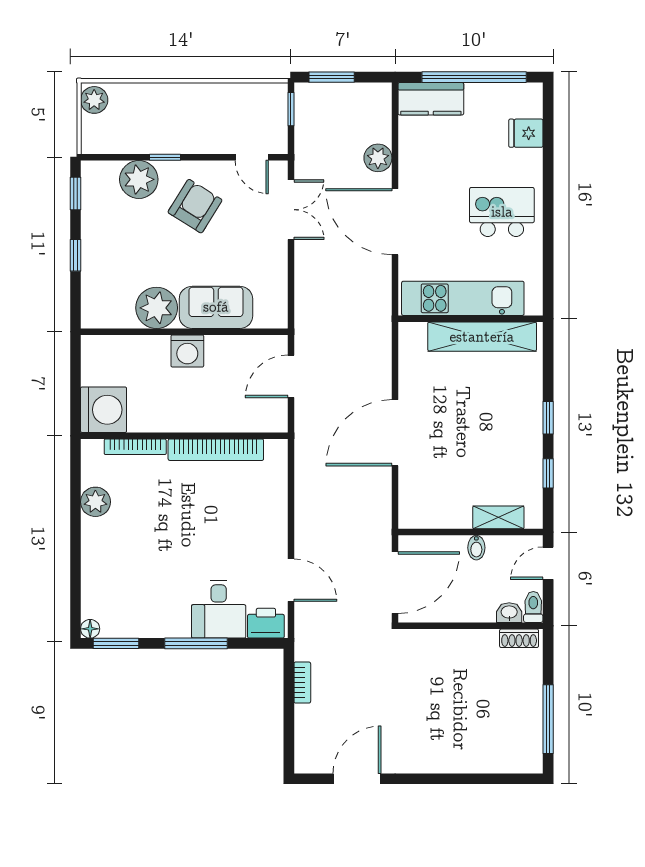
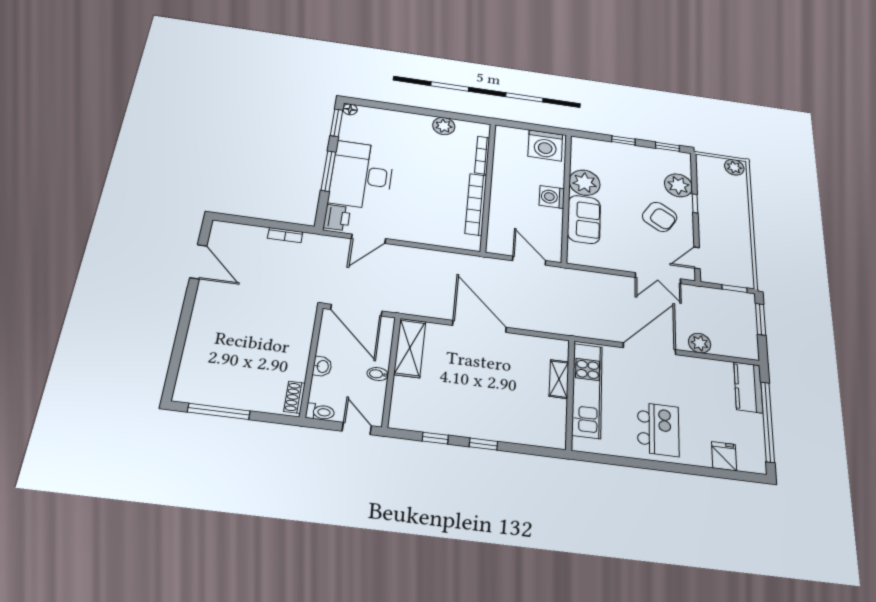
shelving: (482, 337) -> (559, 379), width x0.45, depth x0.75
washing machine: (104, 410) -> (545, 145), moved
shelving: (498, 517) -> (410, 348), moved, width x1.50, depth x1.33
desk: (219, 609) -> (362, 175), width x1.87, depth x1.30
washbasin: (509, 613) -> (322, 366), moved

